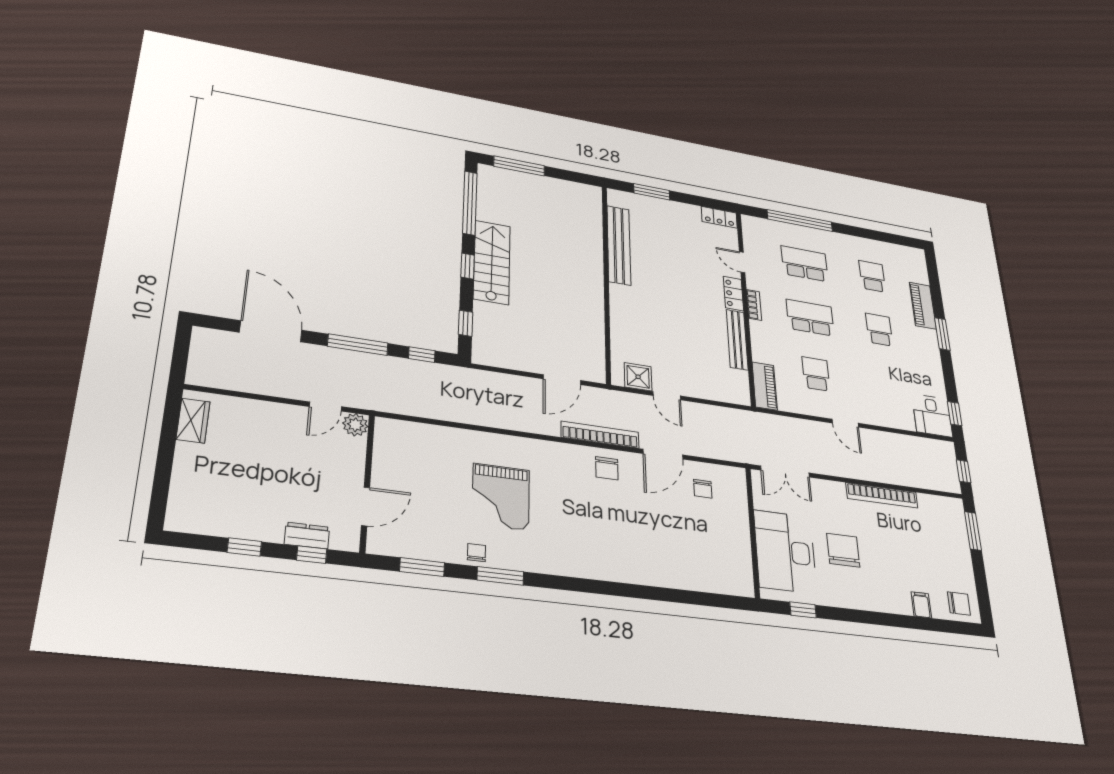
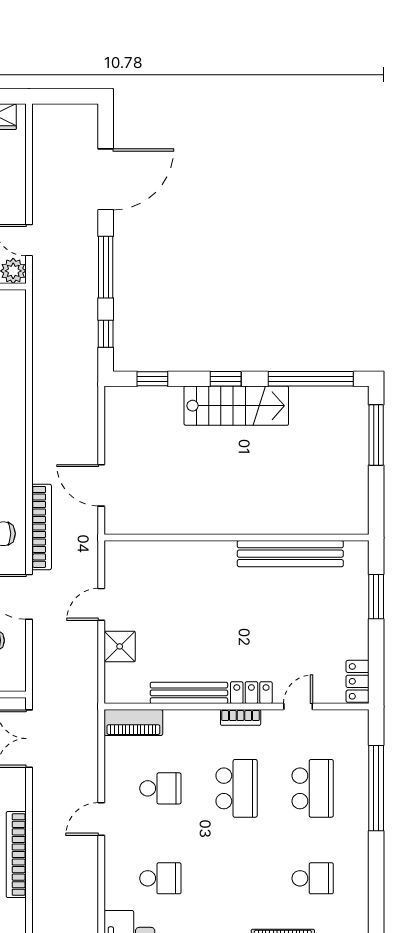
school desk: (879, 330) -> (160, 878), moved
shower: (638, 377) -> (120, 646), moved

